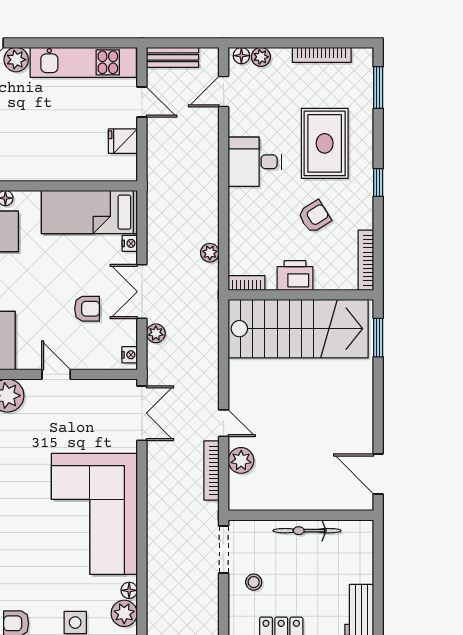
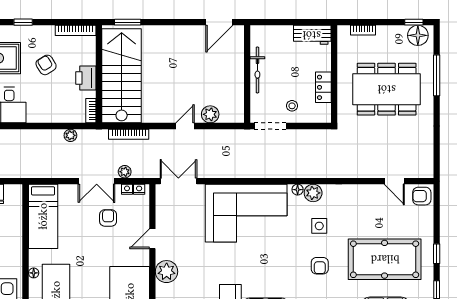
nightstand: (130, 243) -> (127, 189), moved
bookcase: (212, 470) -> (129, 134), moved

